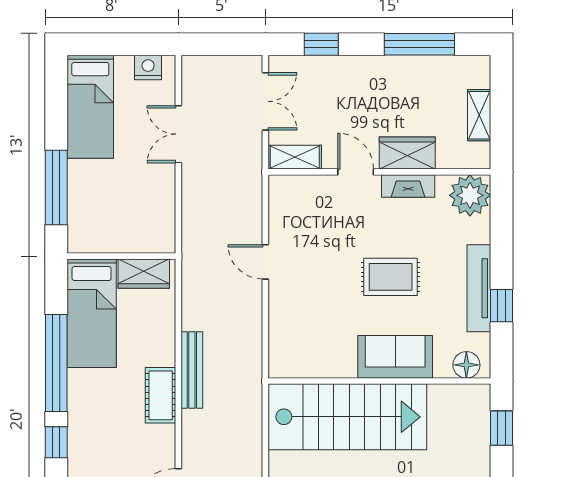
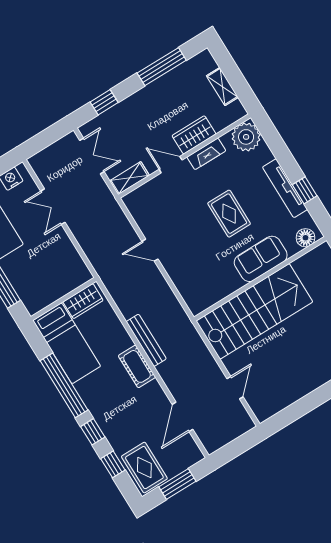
rug: (391, 277) -> (229, 214), turned 90

